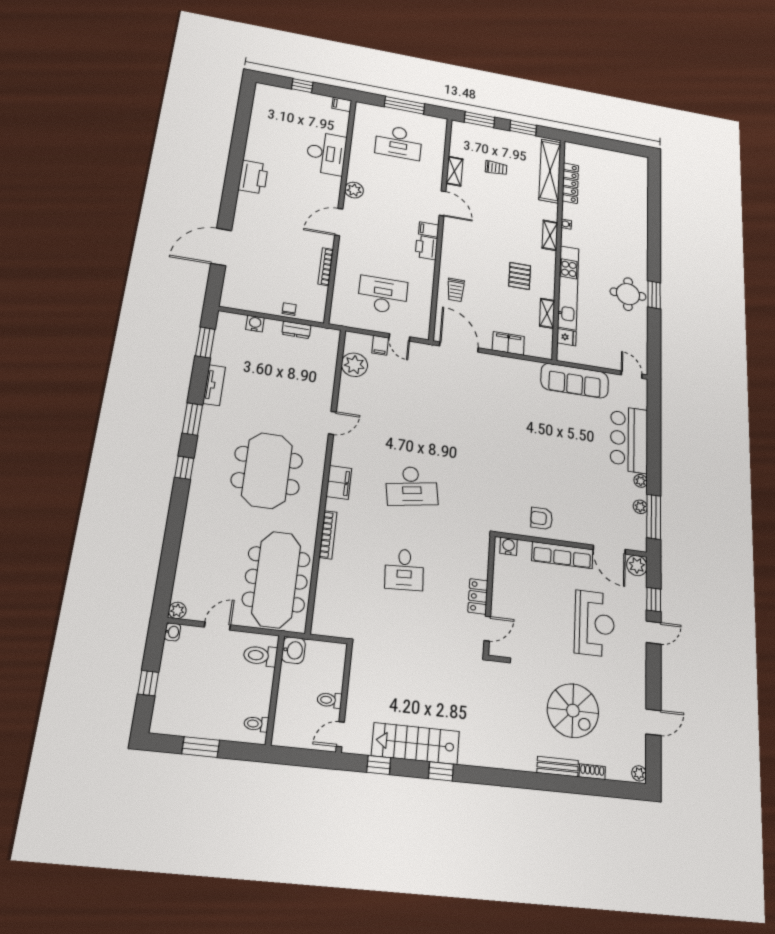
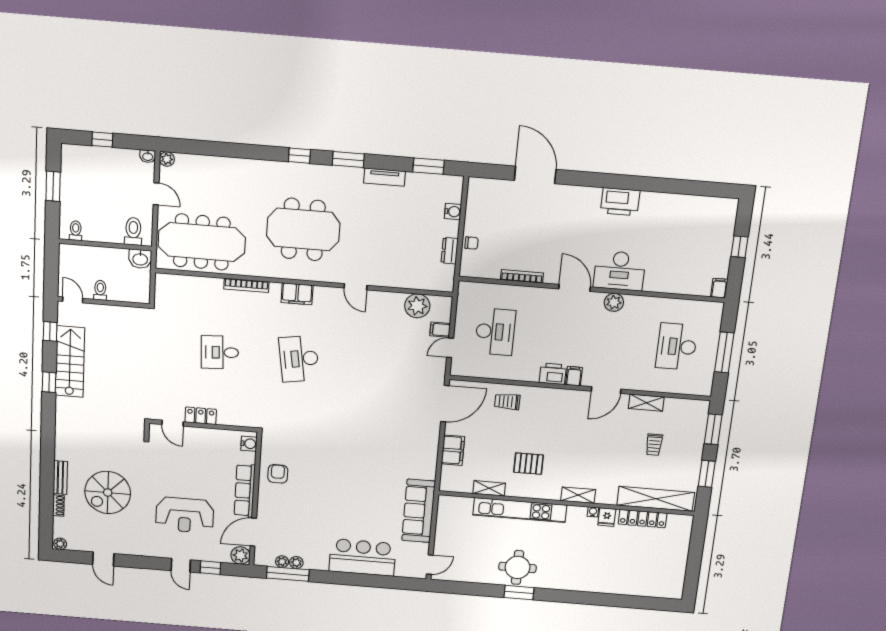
desk: (326, 153) -> (620, 271), moved
fridge: (566, 337) -> (607, 517), moved
plant: (641, 481) -> (282, 562), moved

